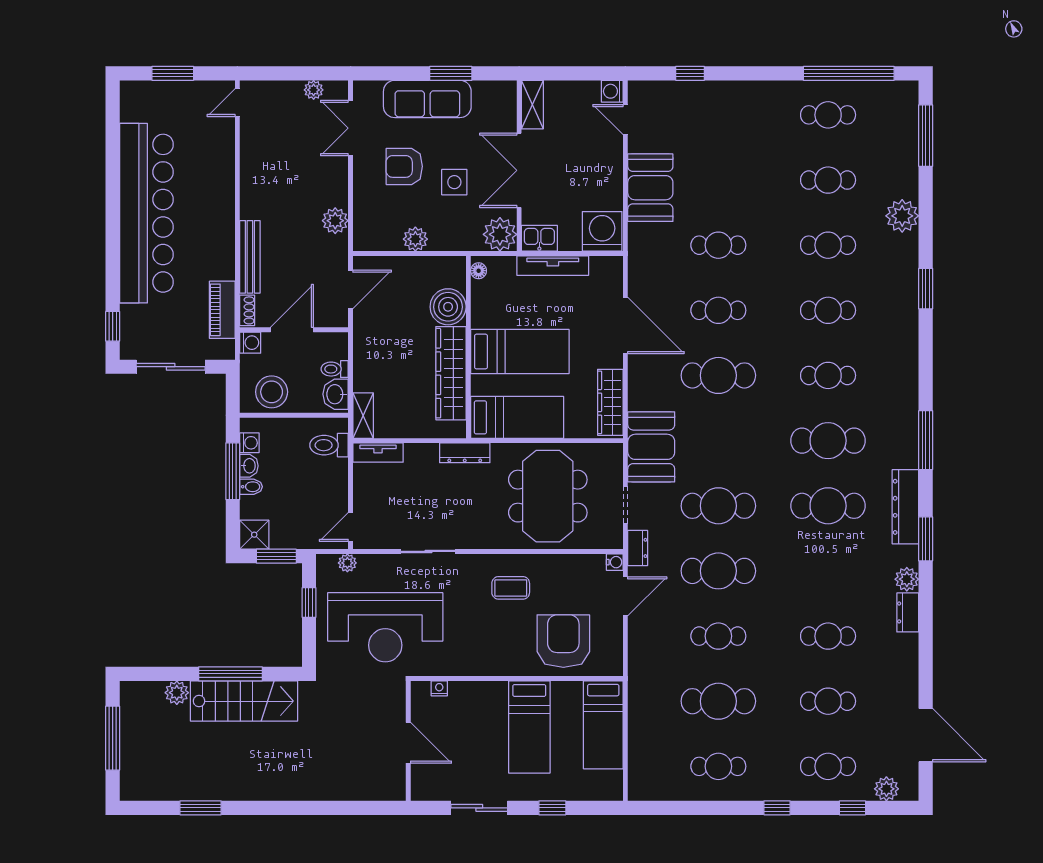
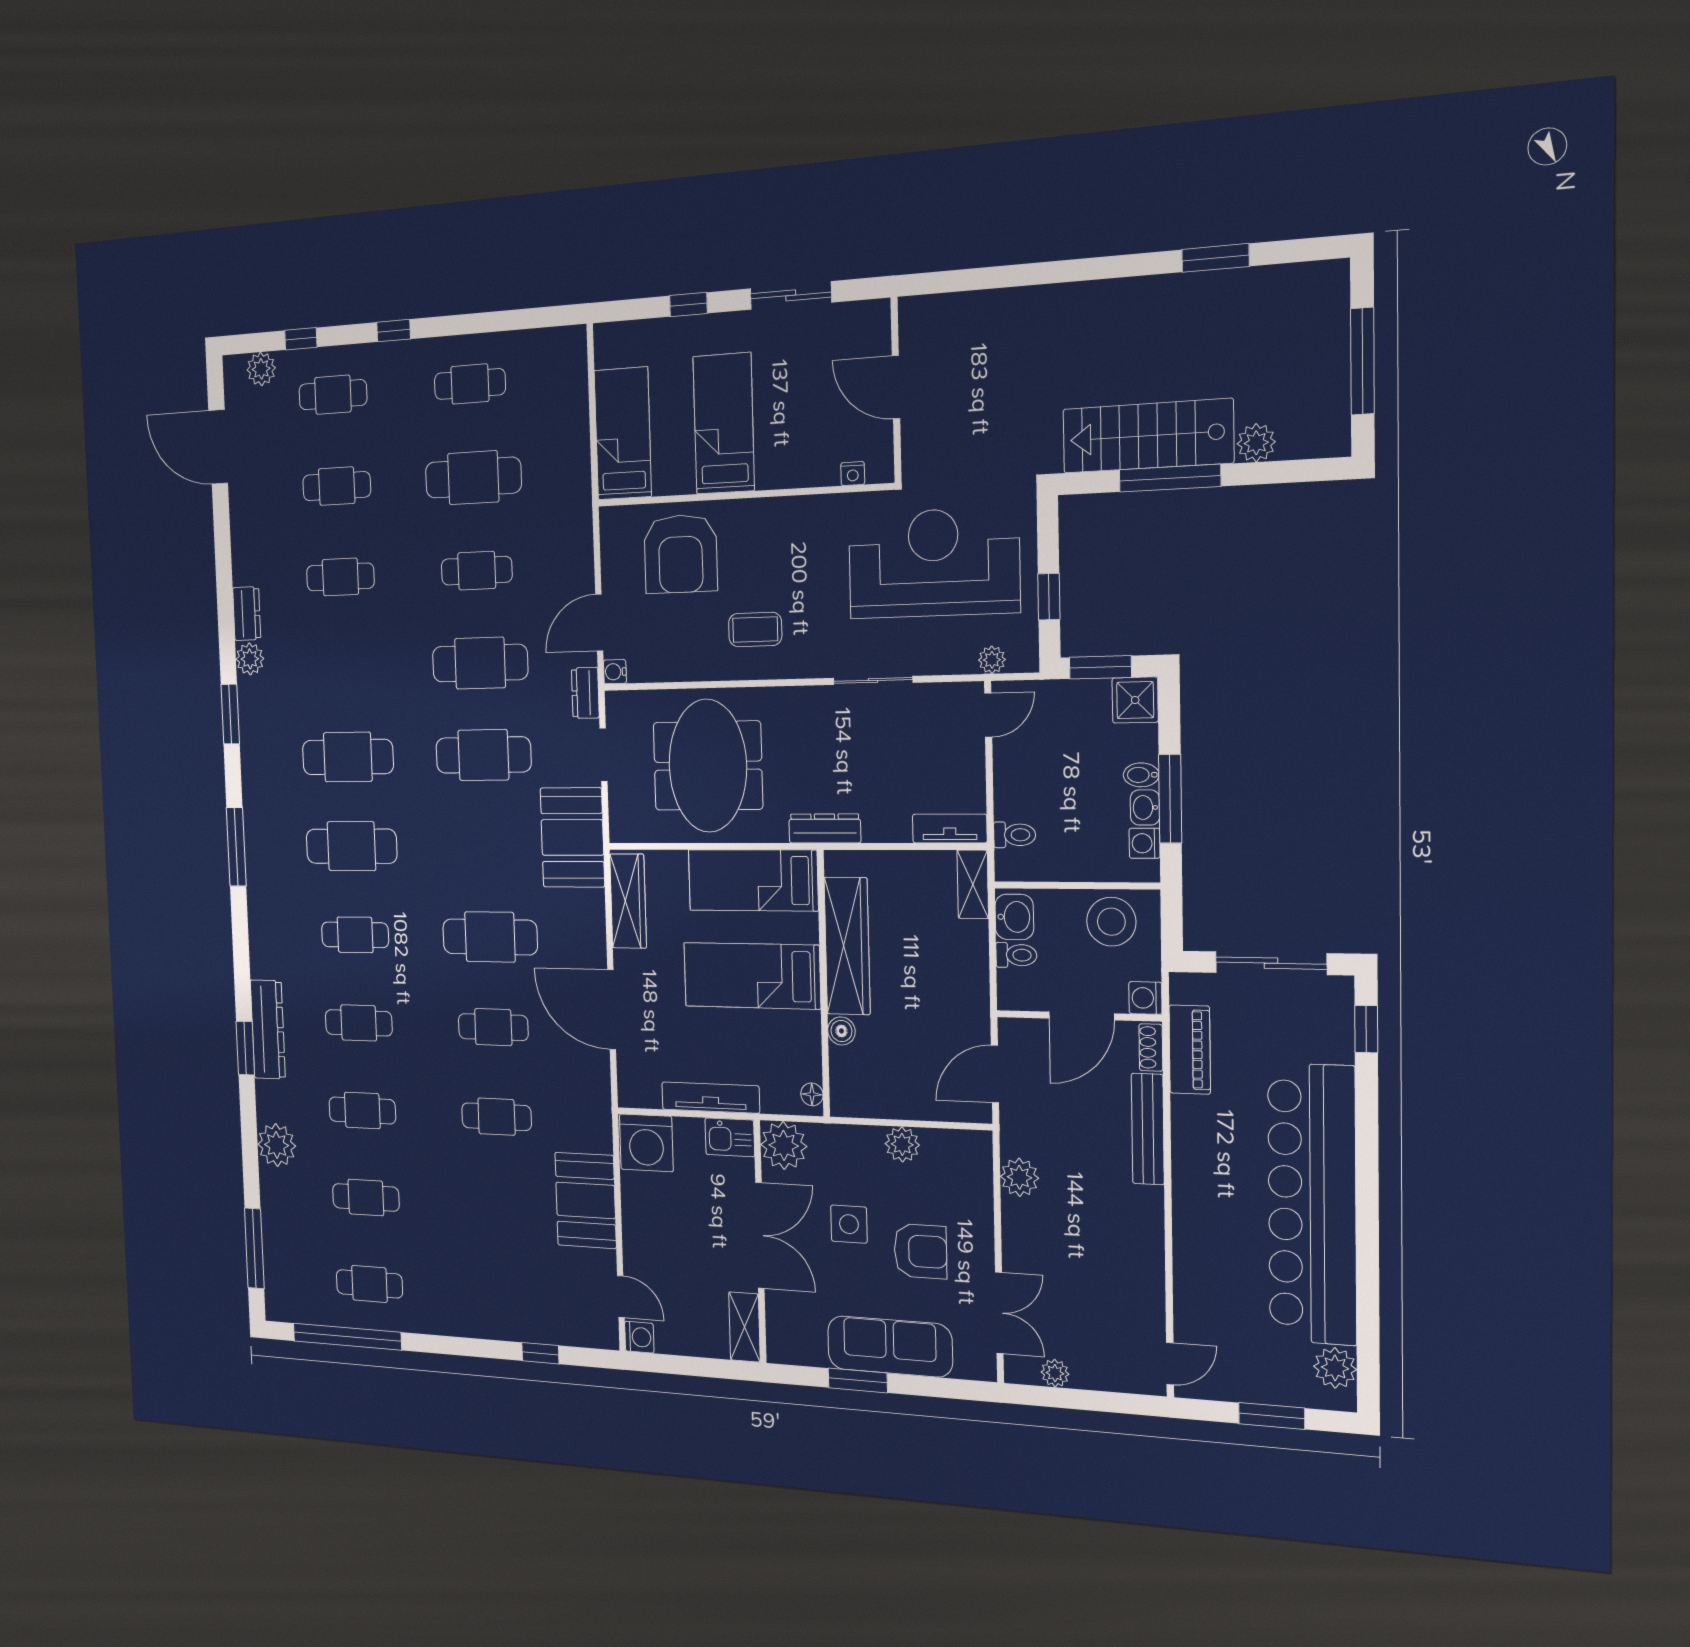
plant: (133, 108) -> (1335, 1368), added
boiler: (448, 307) -> (841, 1031), width x0.54, depth x0.54
toilet: (329, 445) -> (1015, 835), width x0.73, depth x0.72
dresser: (905, 507) -> (268, 1029), moved

